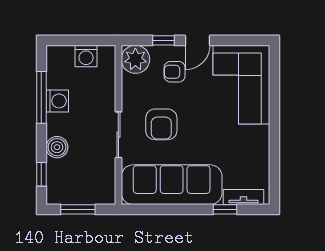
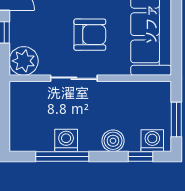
washing machine: (86, 56) -> (152, 141), moved, turned -90
armchair: (175, 72) -> (36, 21), removed
sliding door: (118, 135) -> (74, 78), moved

